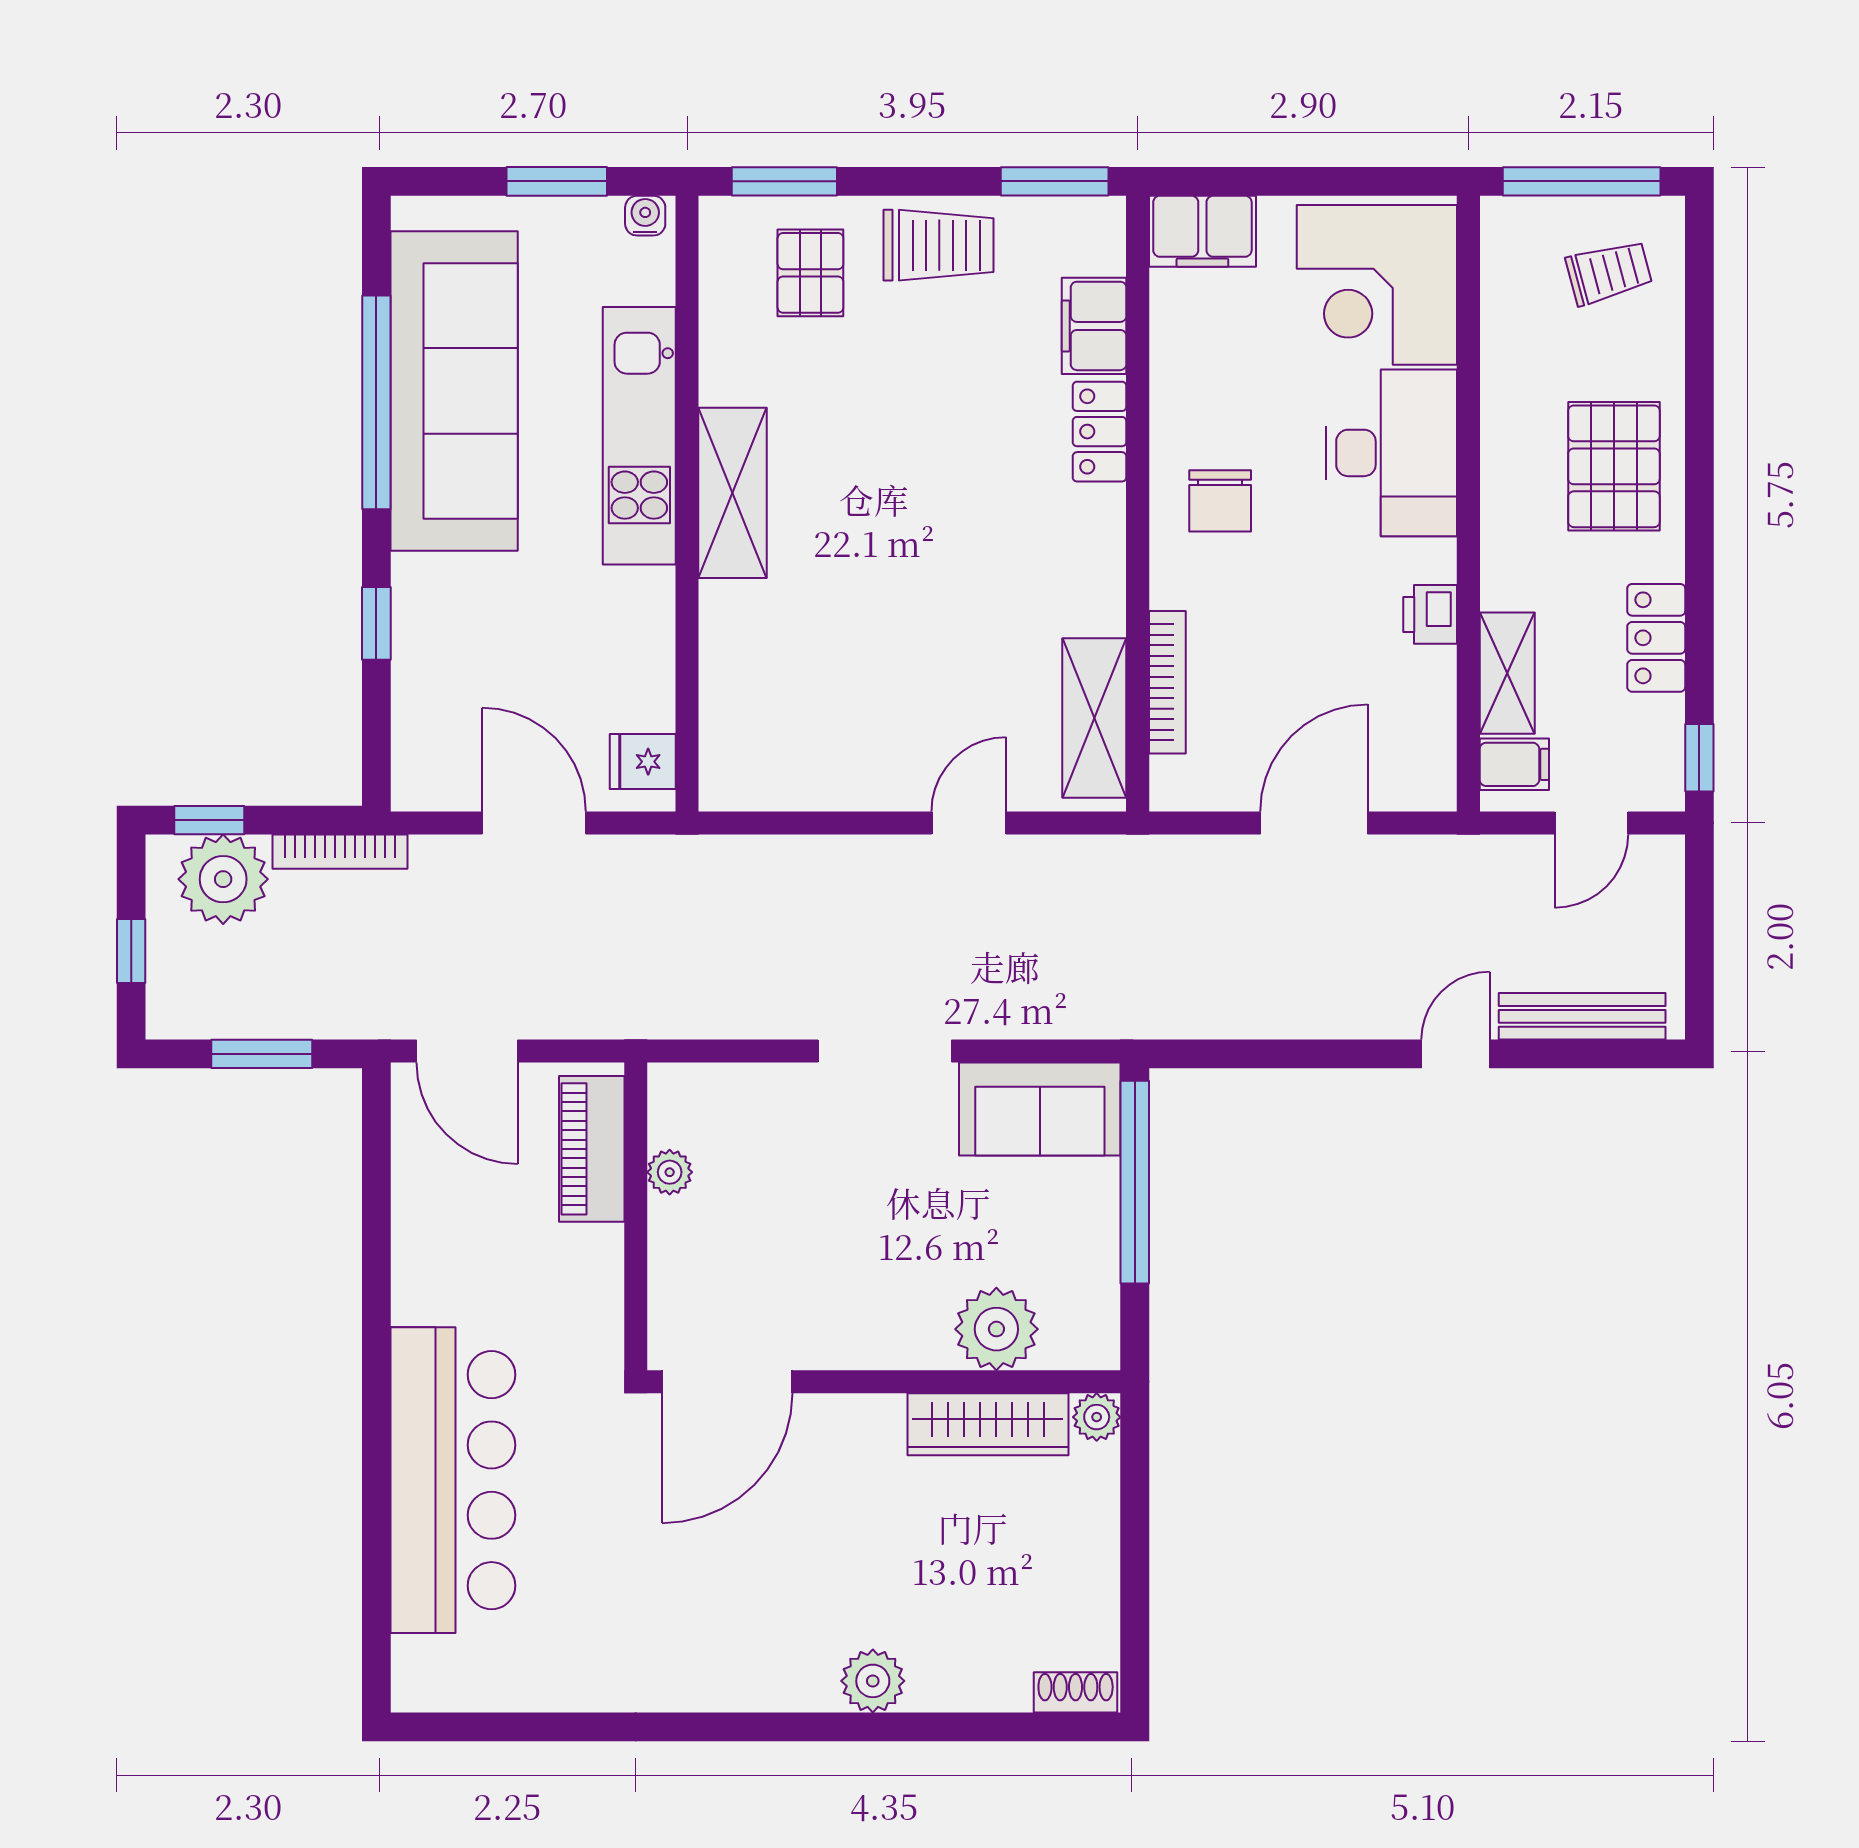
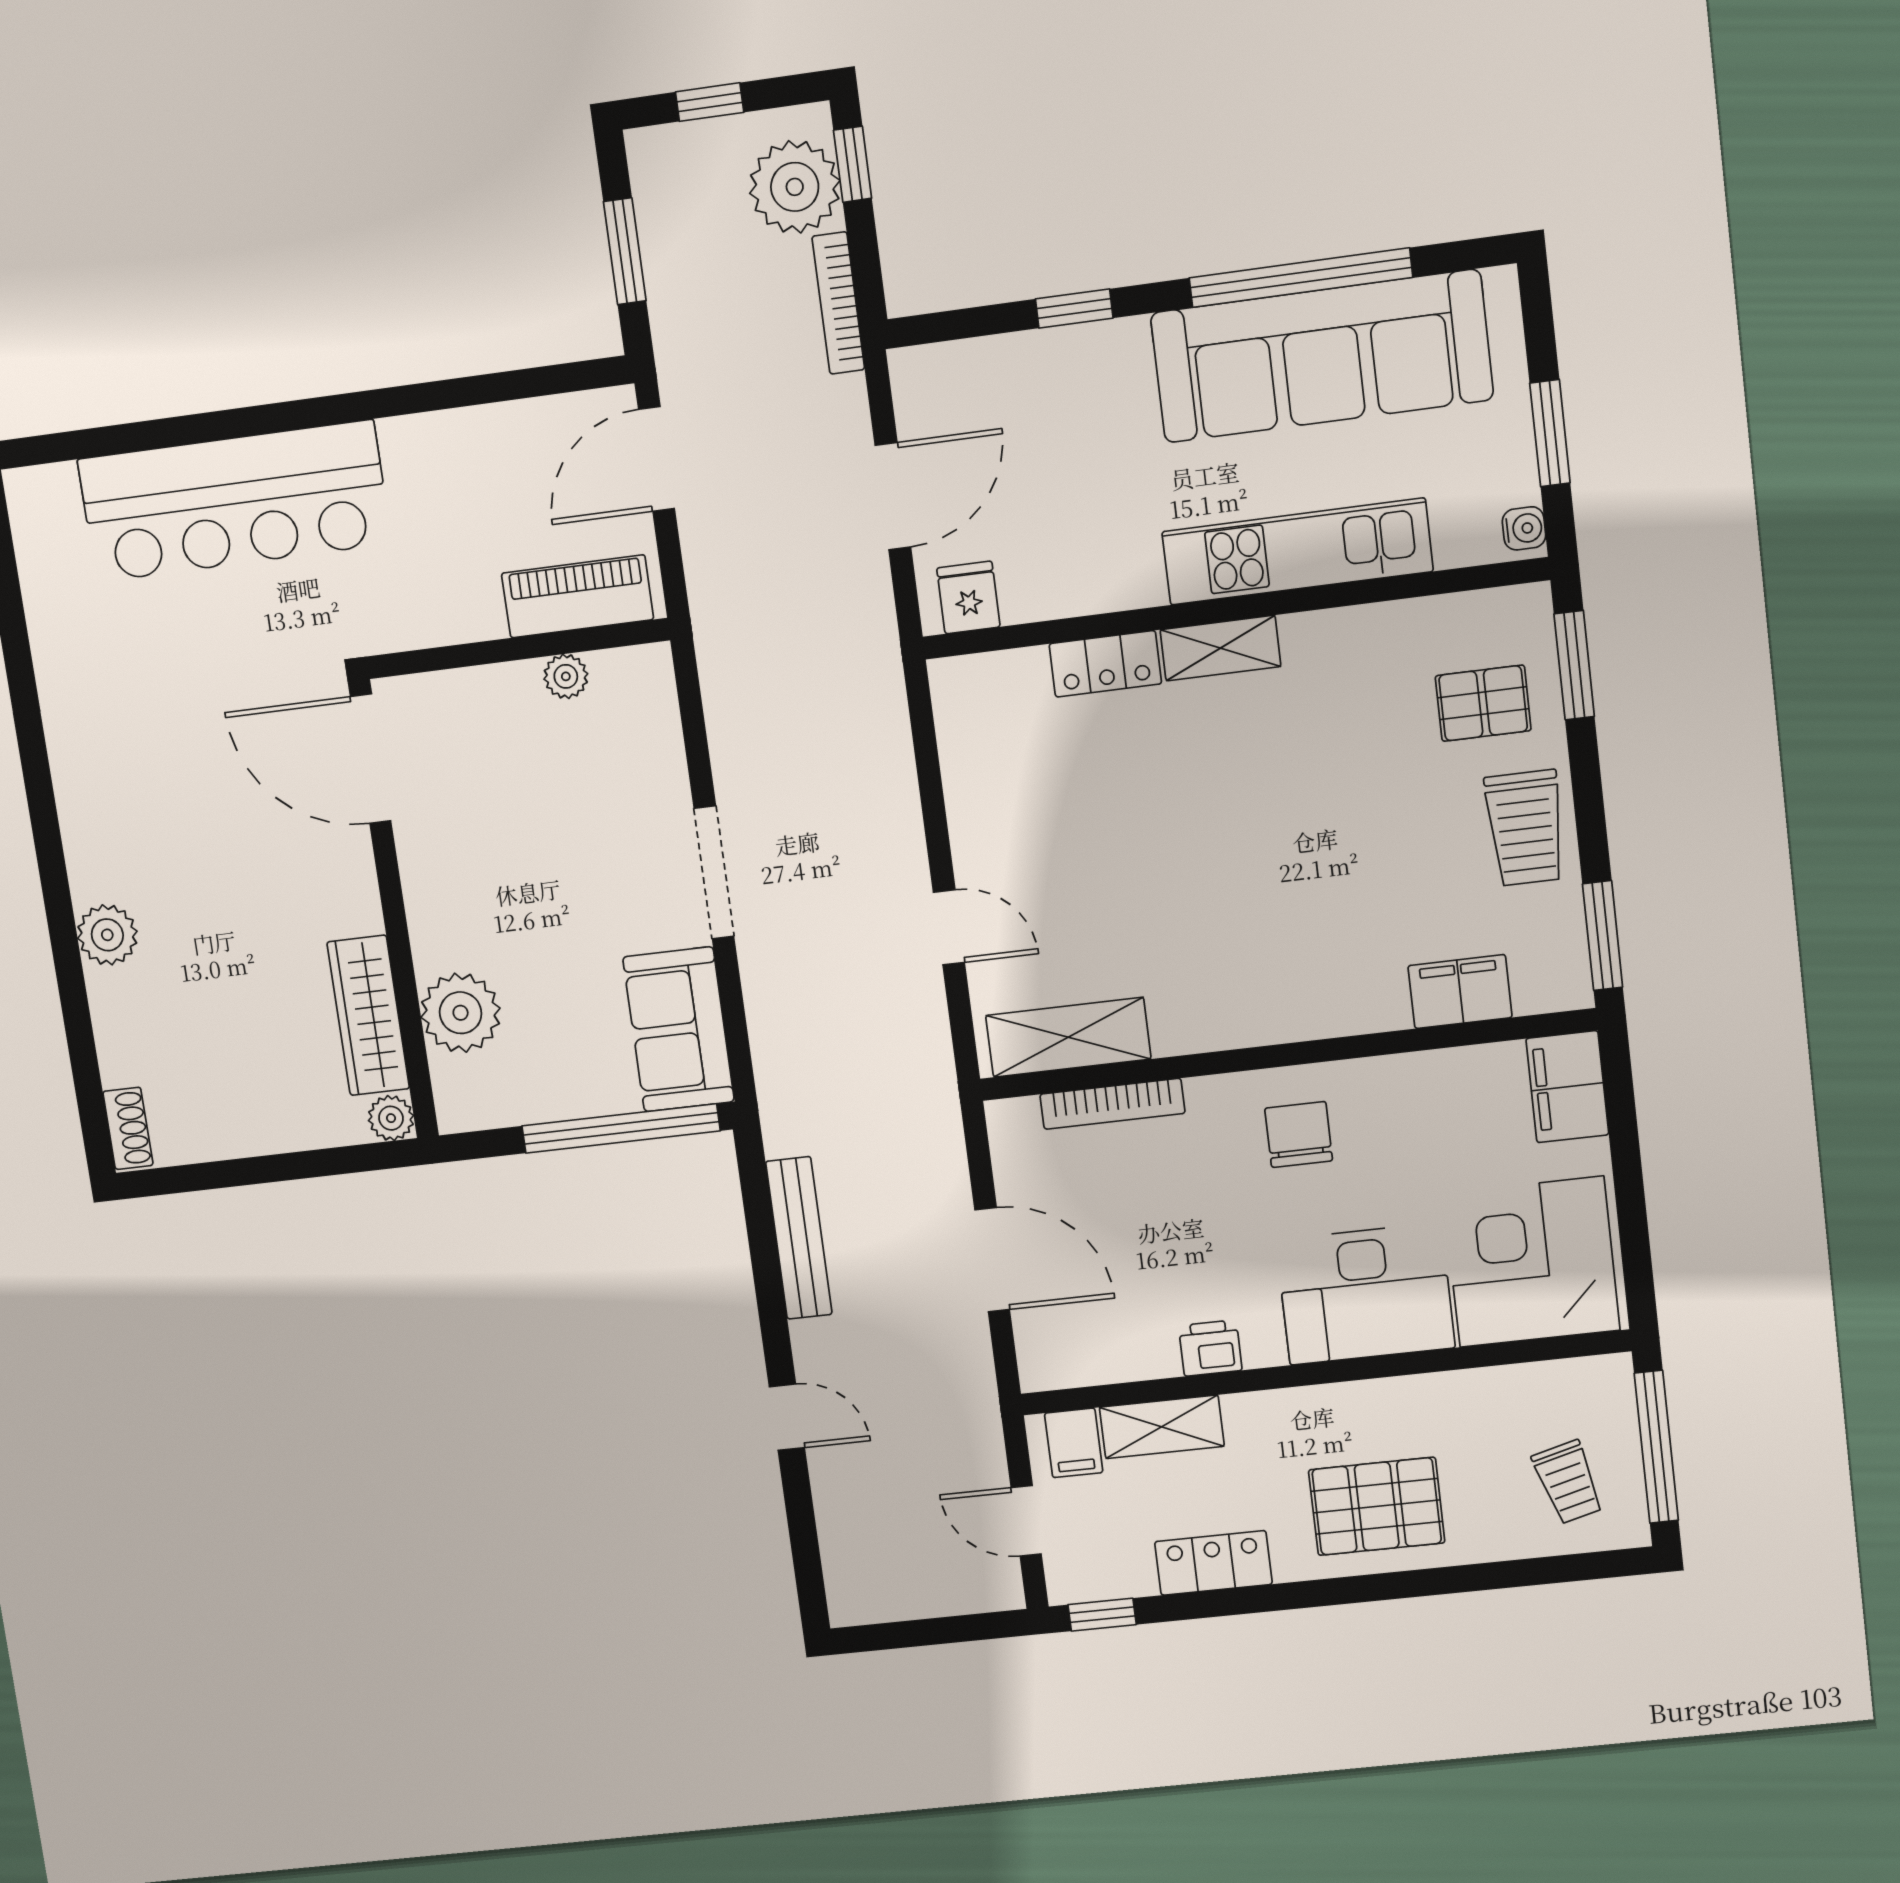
locker: (1099, 432) -> (1105, 664), moved, turned 180
shelving: (733, 493) -> (1220, 648), width x0.67, depth x0.75
chair: (1220, 501) -> (1299, 1134), turned 90
bench: (1582, 1016) -> (799, 1238), moved

